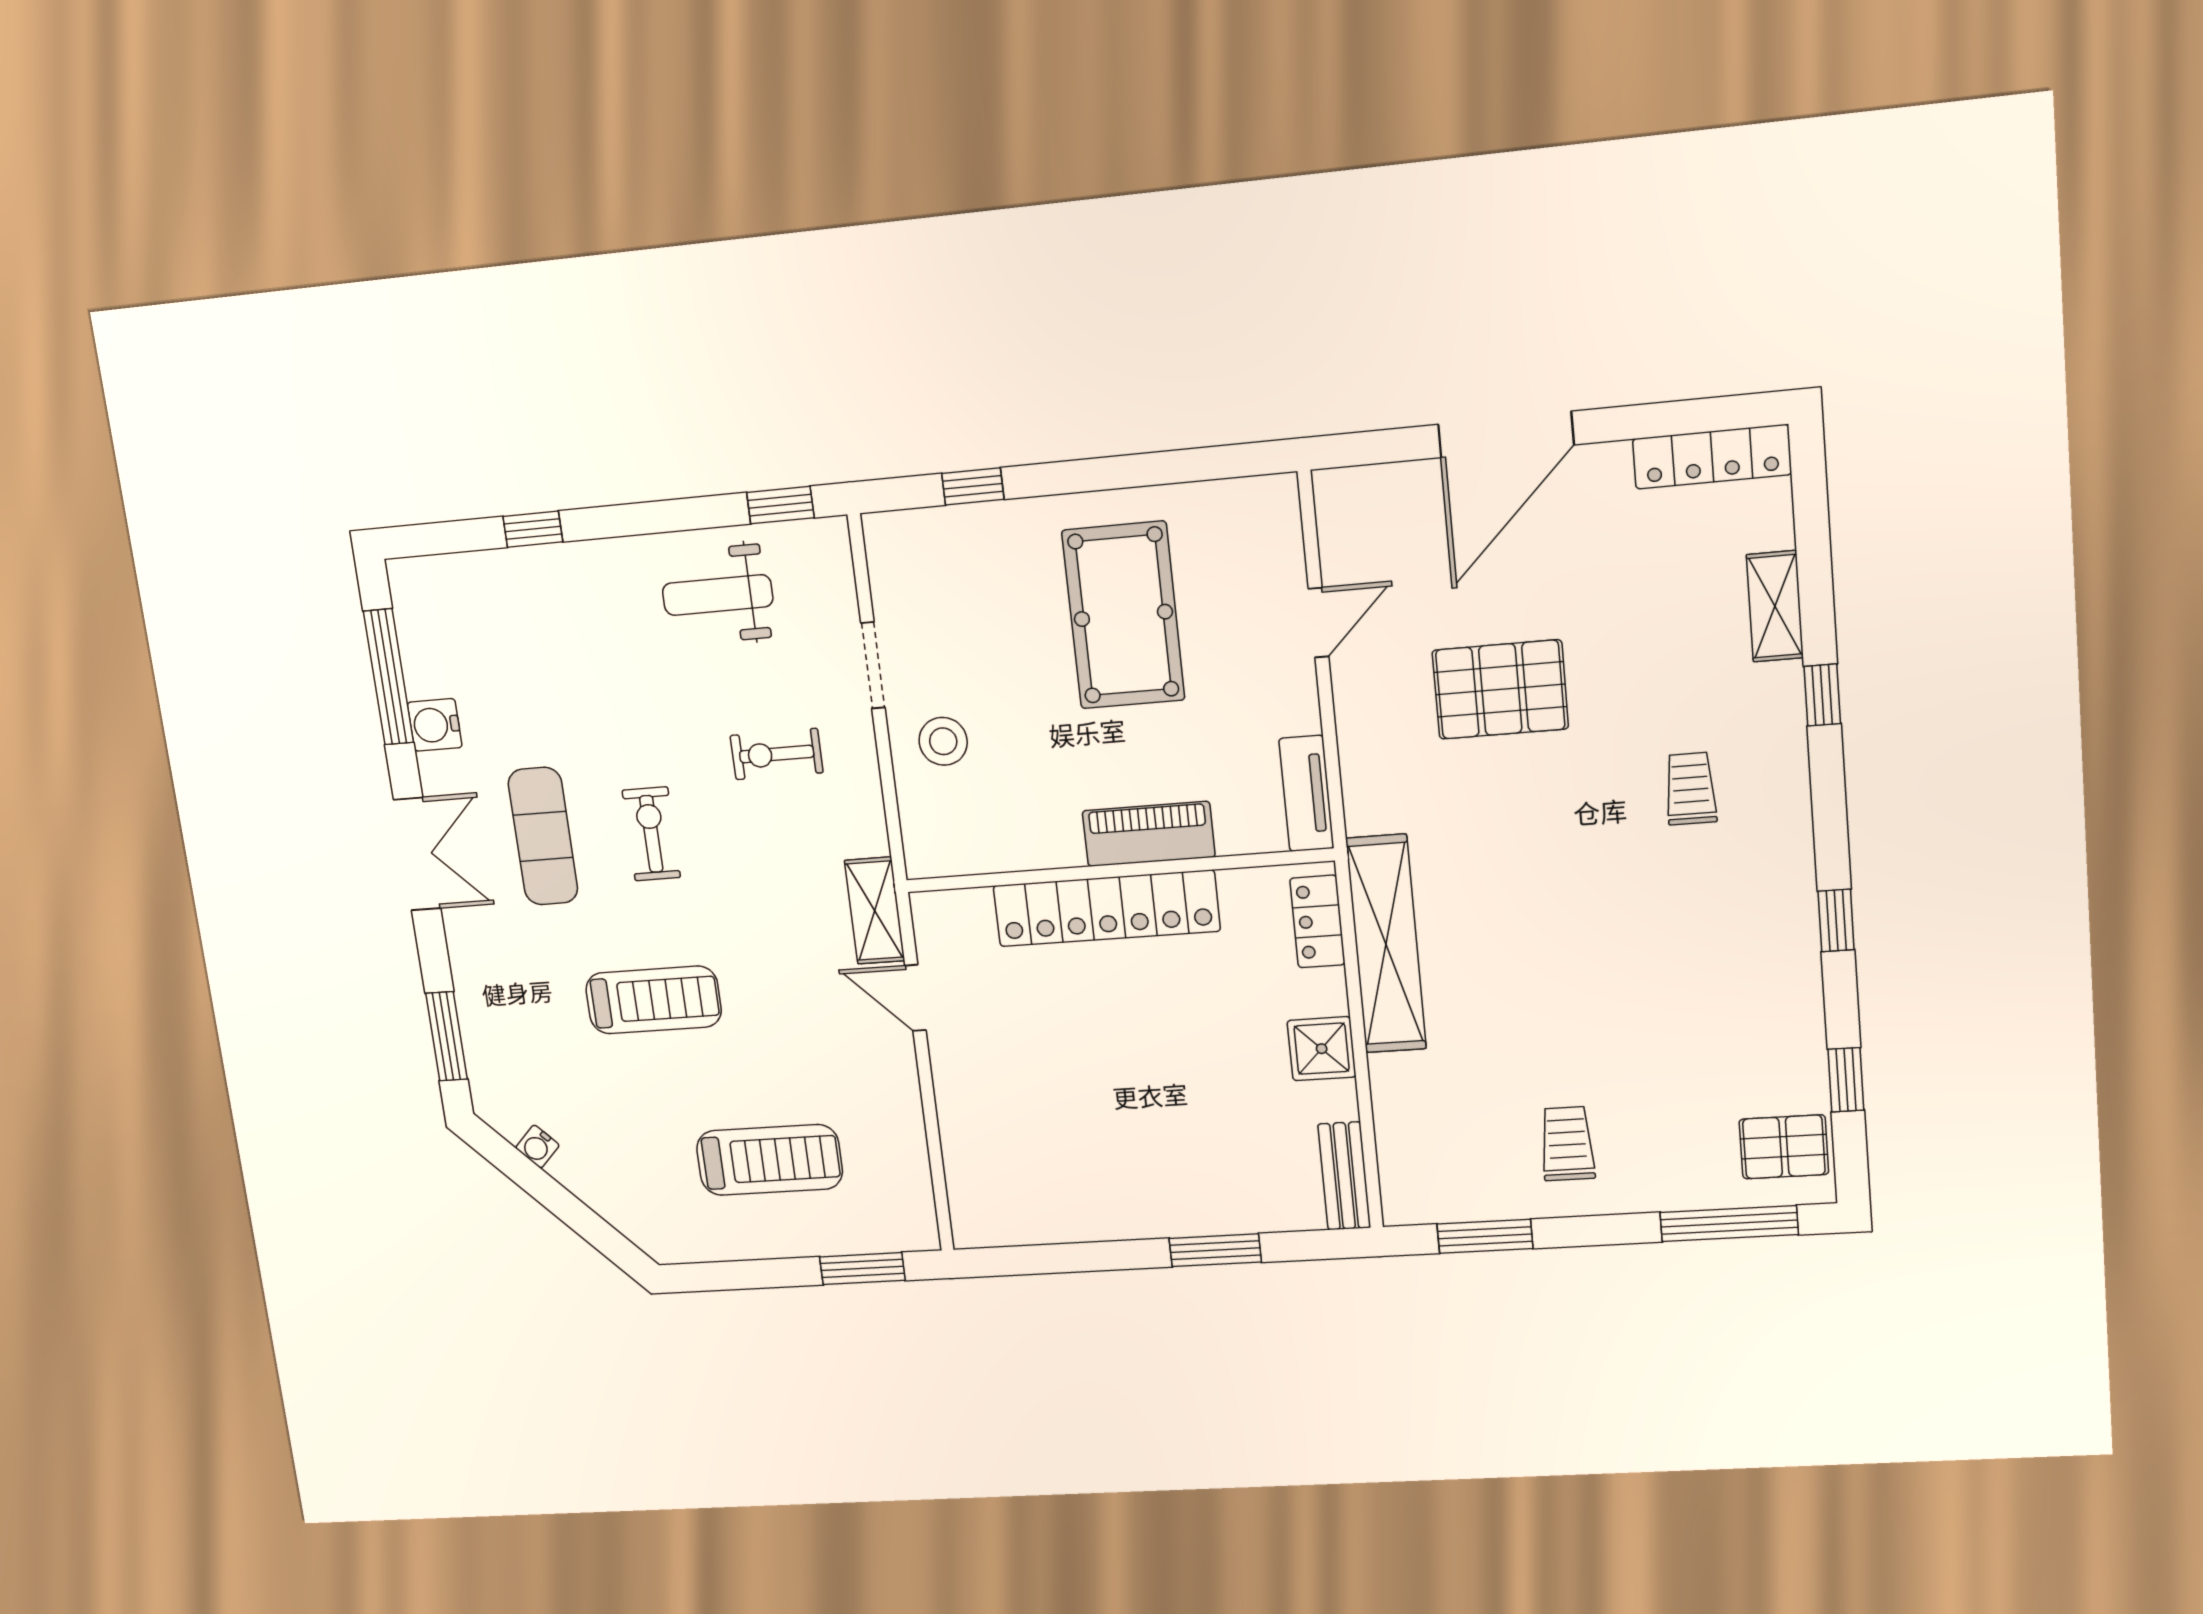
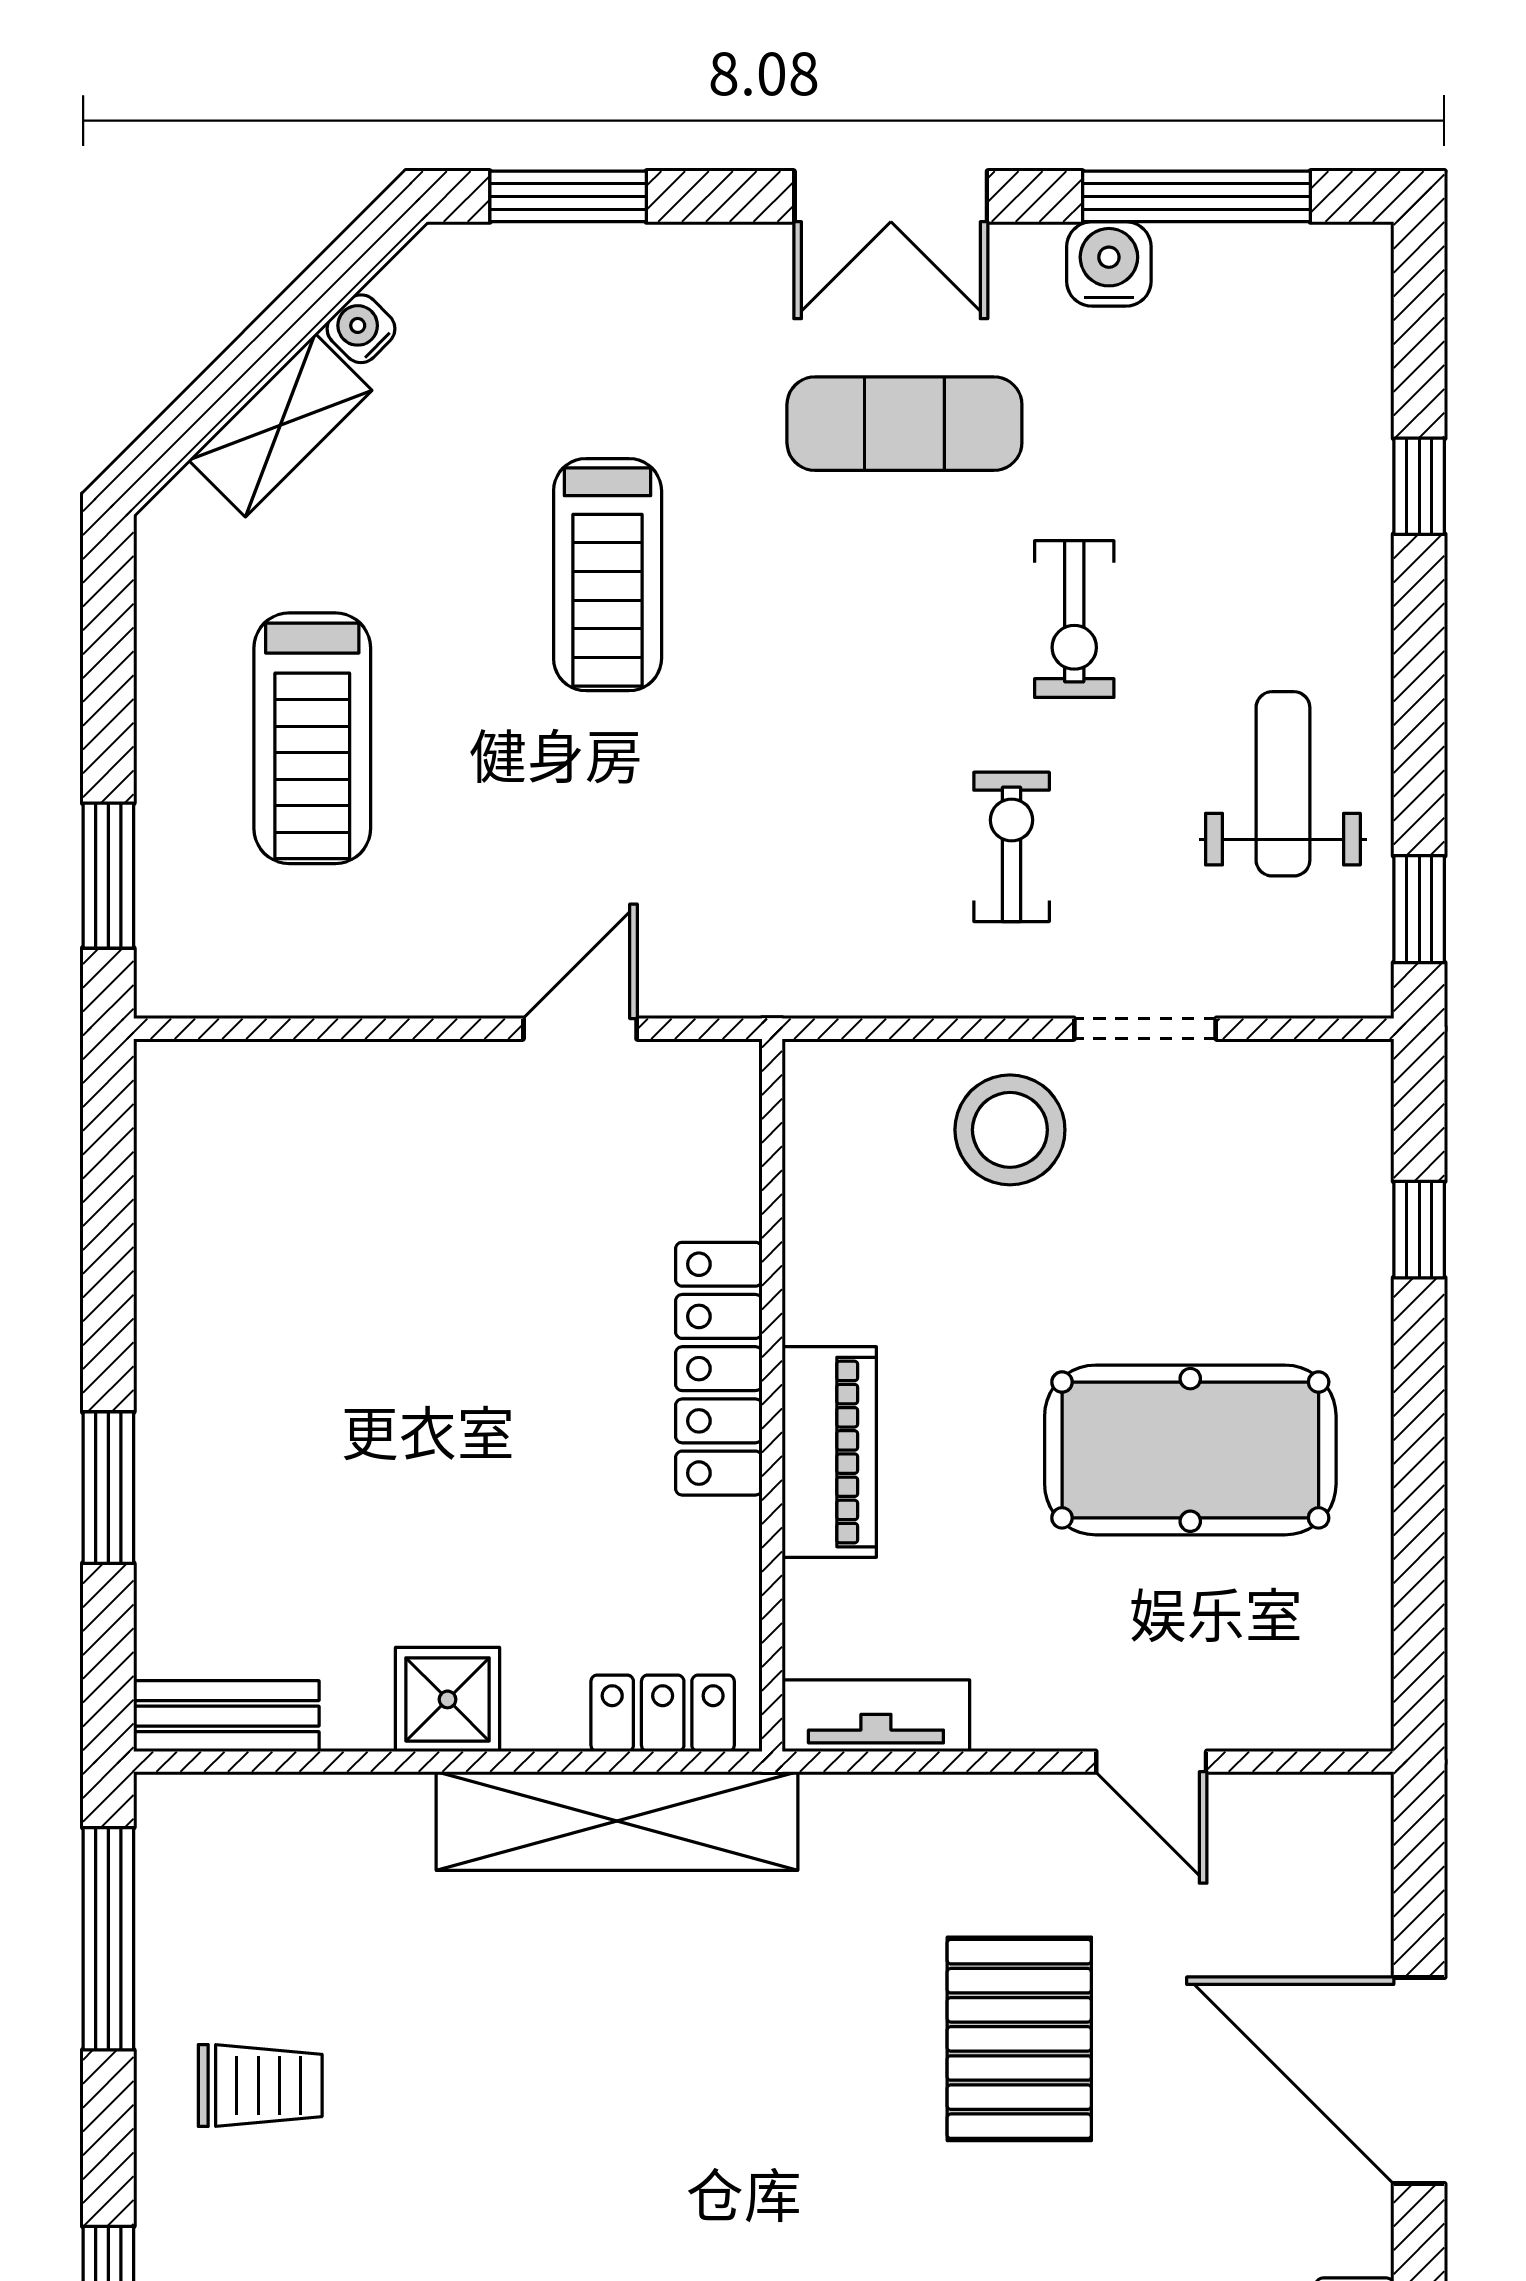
stool: (943, 741) -> (1010, 1130), width x1.38, depth x1.38
exercise bike: (651, 834) -> (1074, 619), moved, turned 90
locker: (1106, 908) -> (719, 1369), width x0.71, depth x0.83
shelving: (875, 911) -> (280, 425), moved, turned -45
window: (1485, 1236) -> (108, 1939), width x1.44

